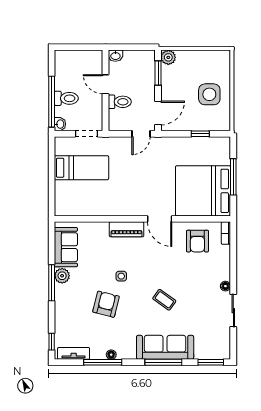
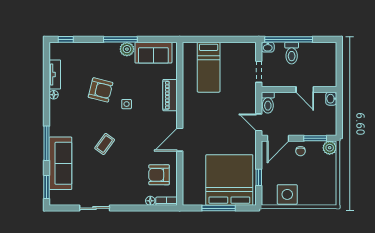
door: (106, 84) -> (305, 89), swing flipped
chair: (172, 89) -> (301, 151), added
side table: (209, 94) -> (287, 194), moved
toilet: (120, 102) -> (268, 103), moved
door: (158, 113) -> (278, 138), hinge flipped
bed: (81, 168) -> (209, 67), moved
bed: (203, 191) -> (229, 180), moved
piano: (127, 229) -> (170, 95), moved
floor lamp: (225, 286) -> (150, 201), moved
sofa: (165, 347) -> (60, 163), moved
tv unit: (74, 353) -> (55, 74), moved
window: (103, 362) -> (47, 87), removed

